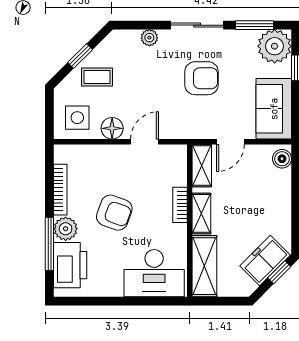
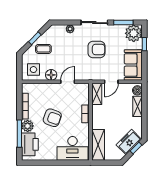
shelving: (201, 213) -> (138, 106), moved

